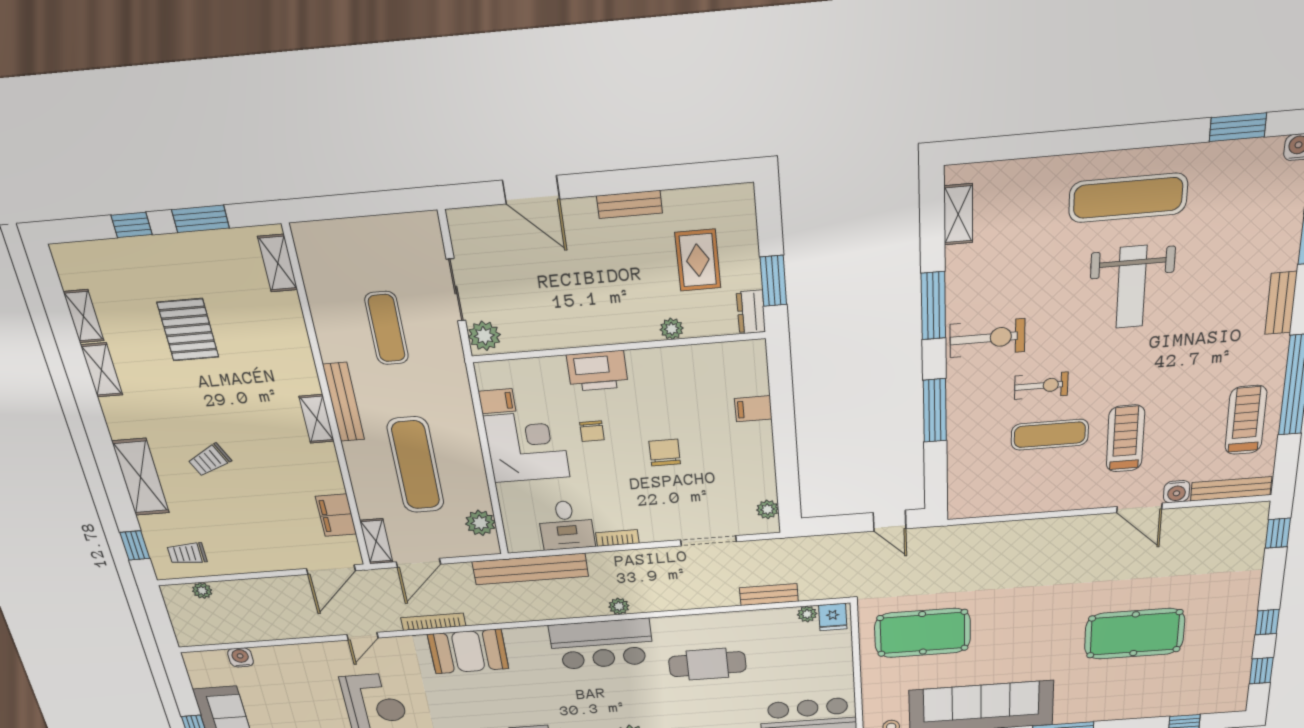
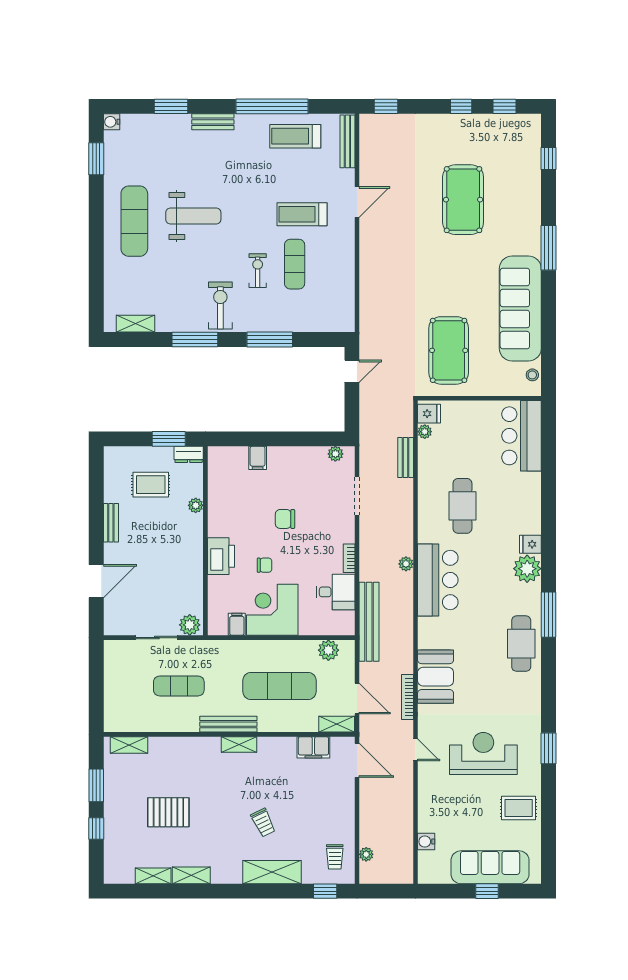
water cooler: (1177, 492) -> (346, 178), removed

